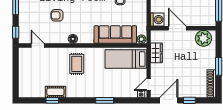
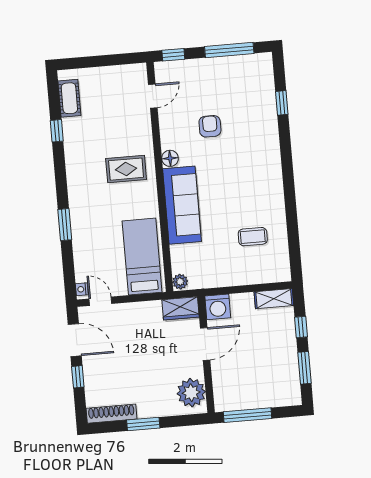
sofa: (115, 35) -> (182, 205), moved
wardrobe: (156, 53) -> (181, 308), moved
cot: (55, 92) -> (69, 98), moved

